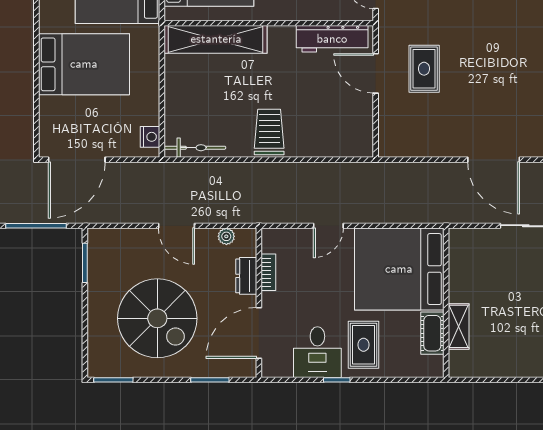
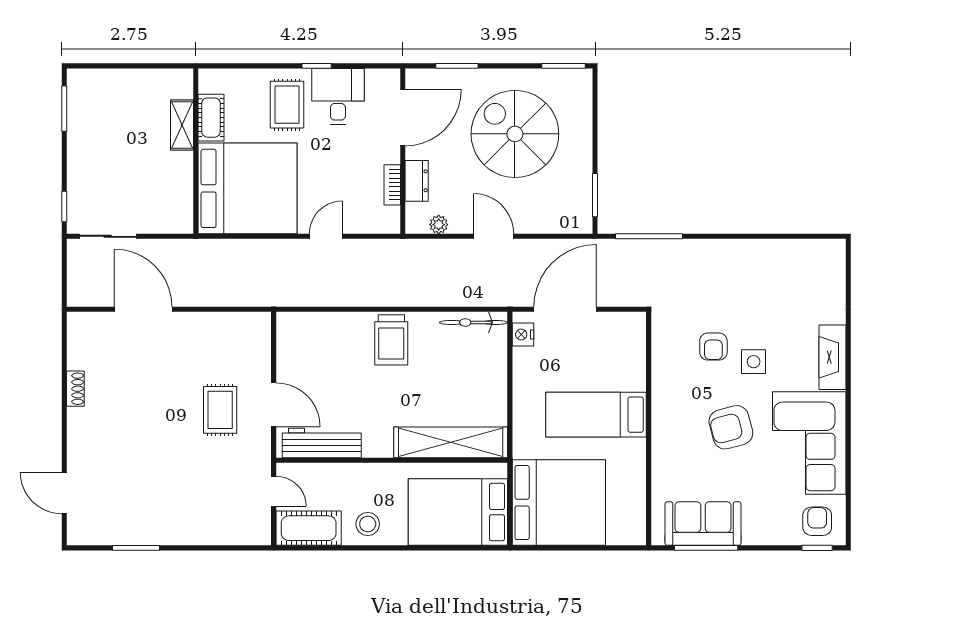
bed: (84, 64) -> (596, 415), width x0.67
door: (77, 160) -> (565, 309), moved

